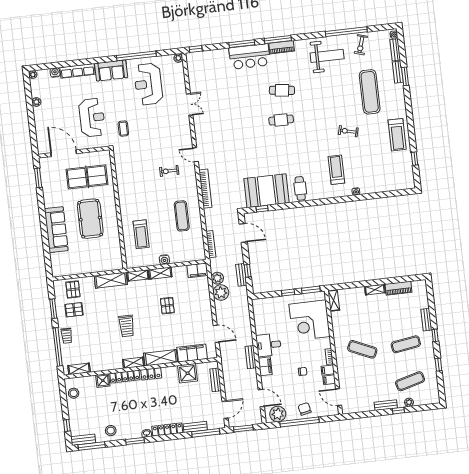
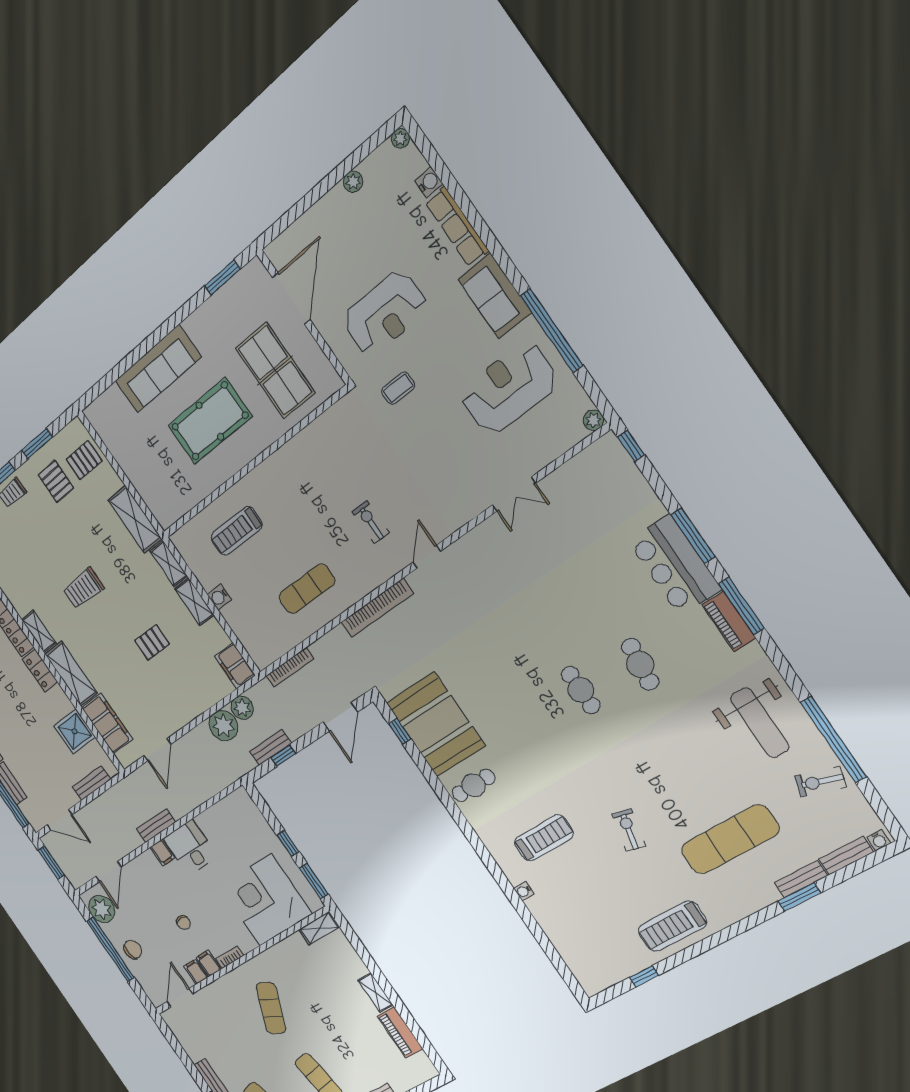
filing cabinet: (265, 366) -> (162, 853), width x0.50

